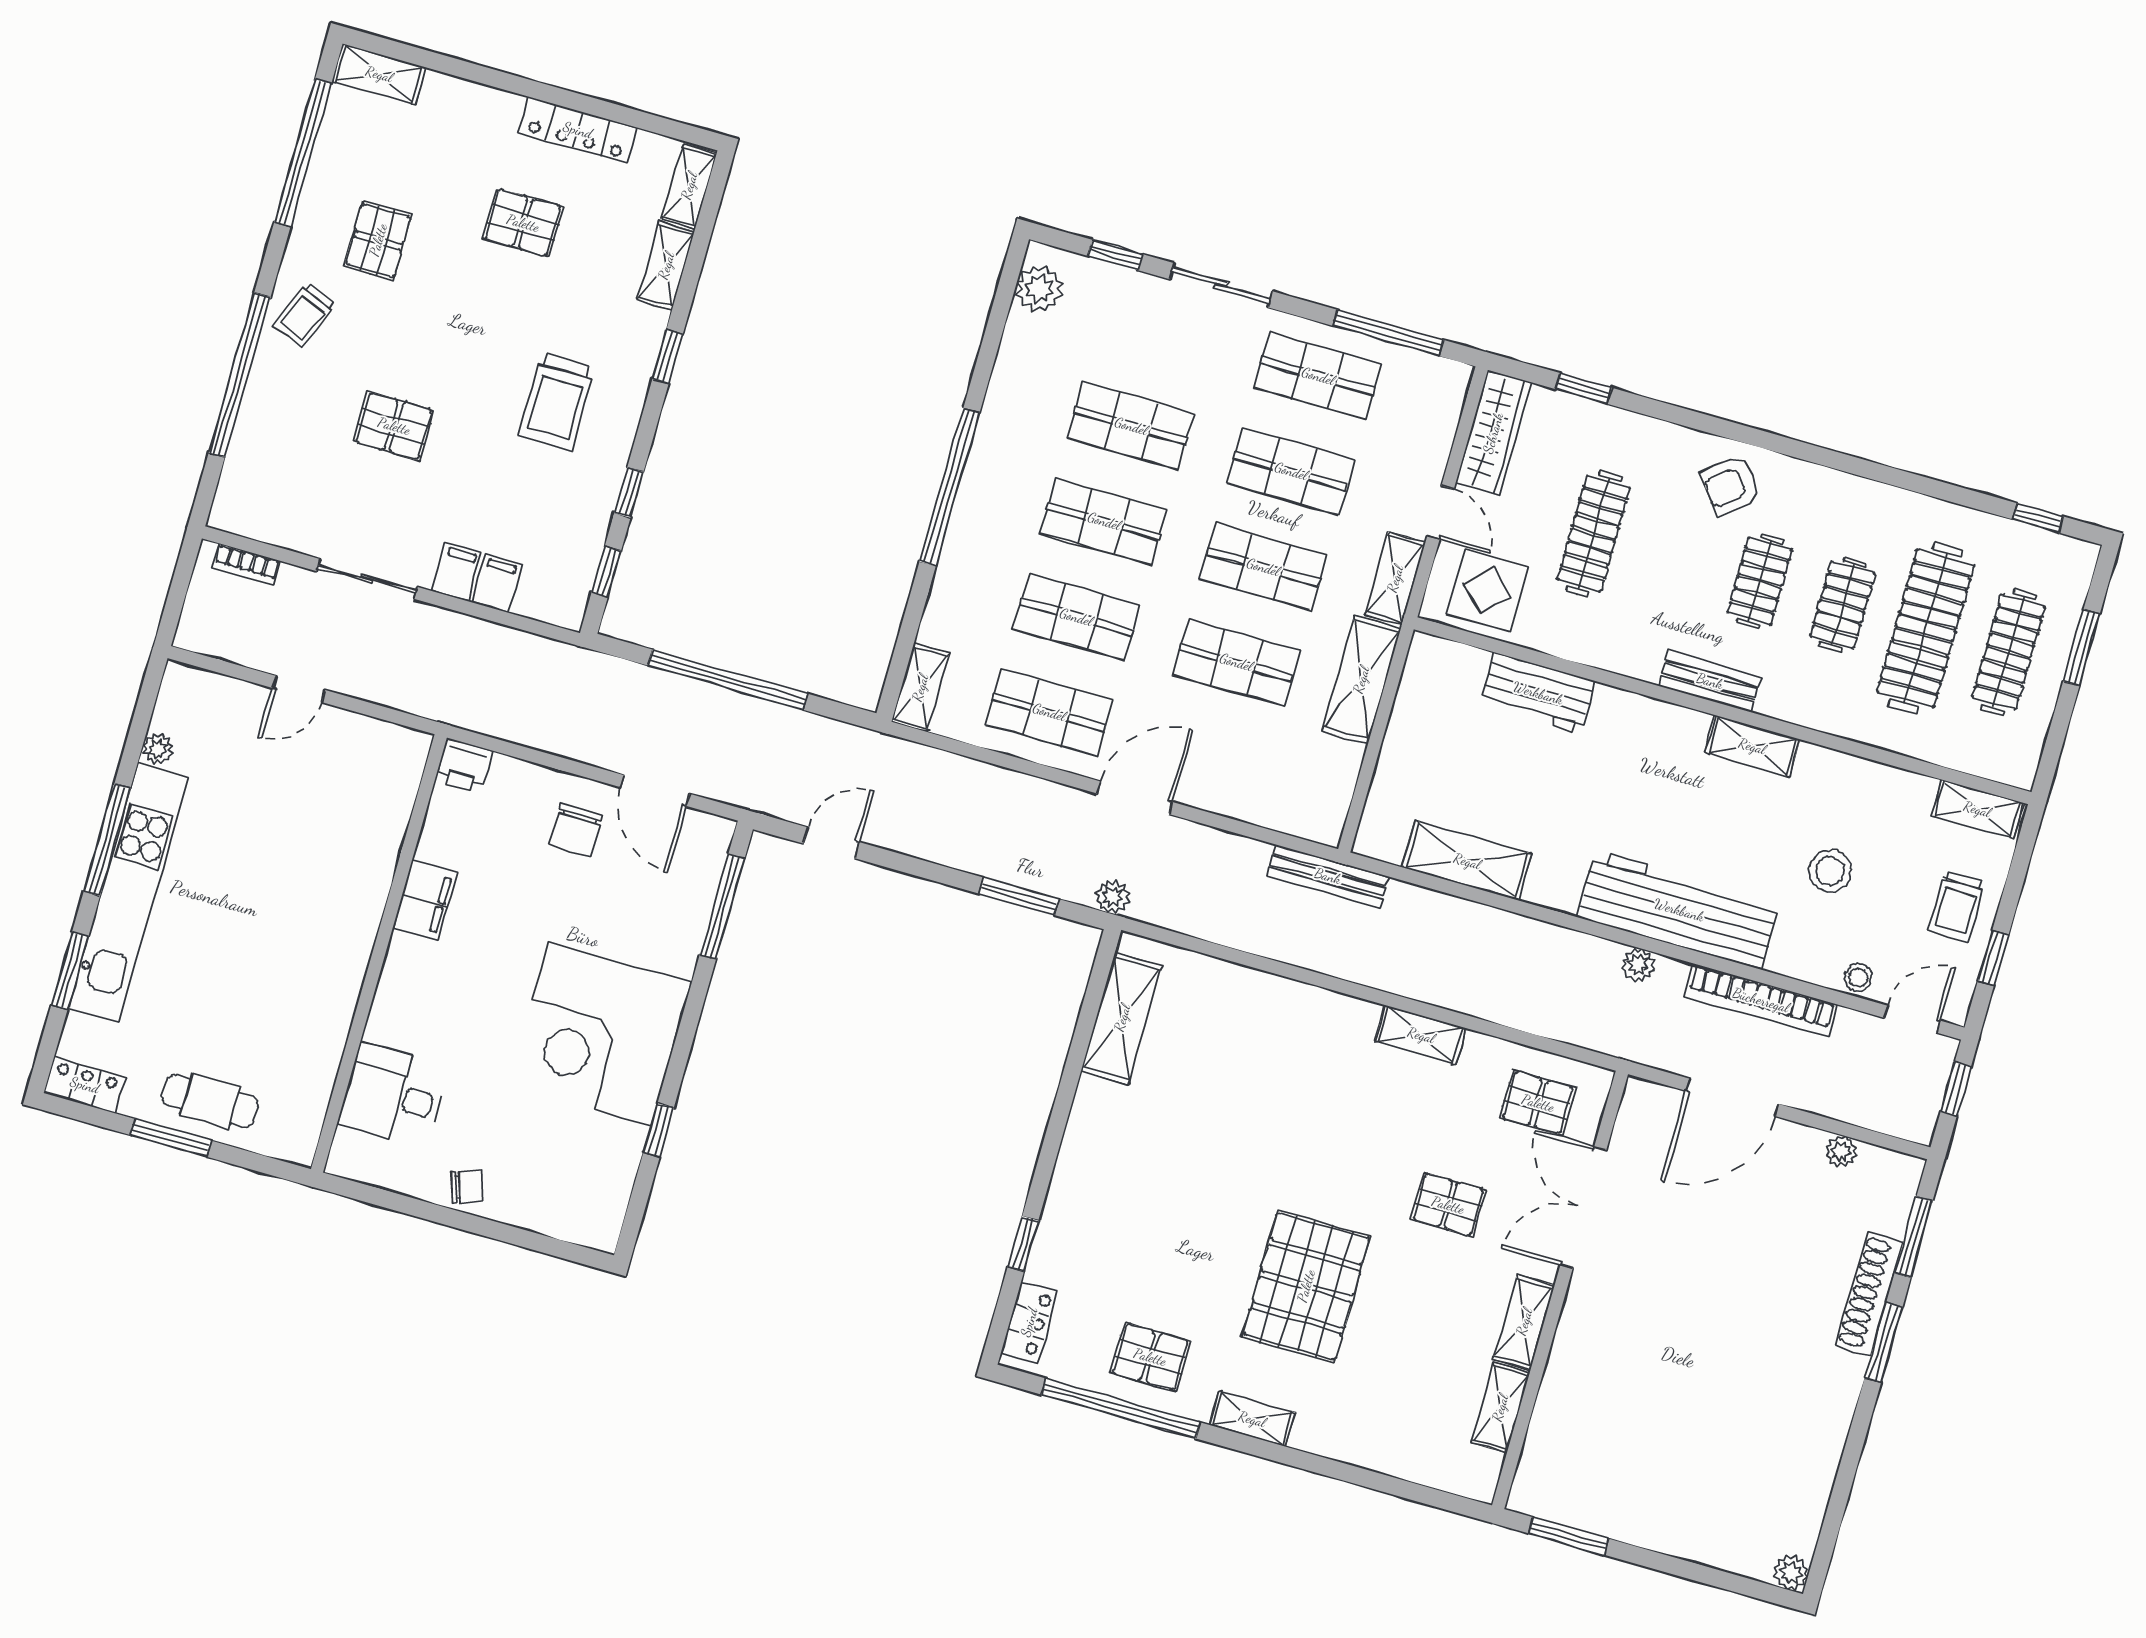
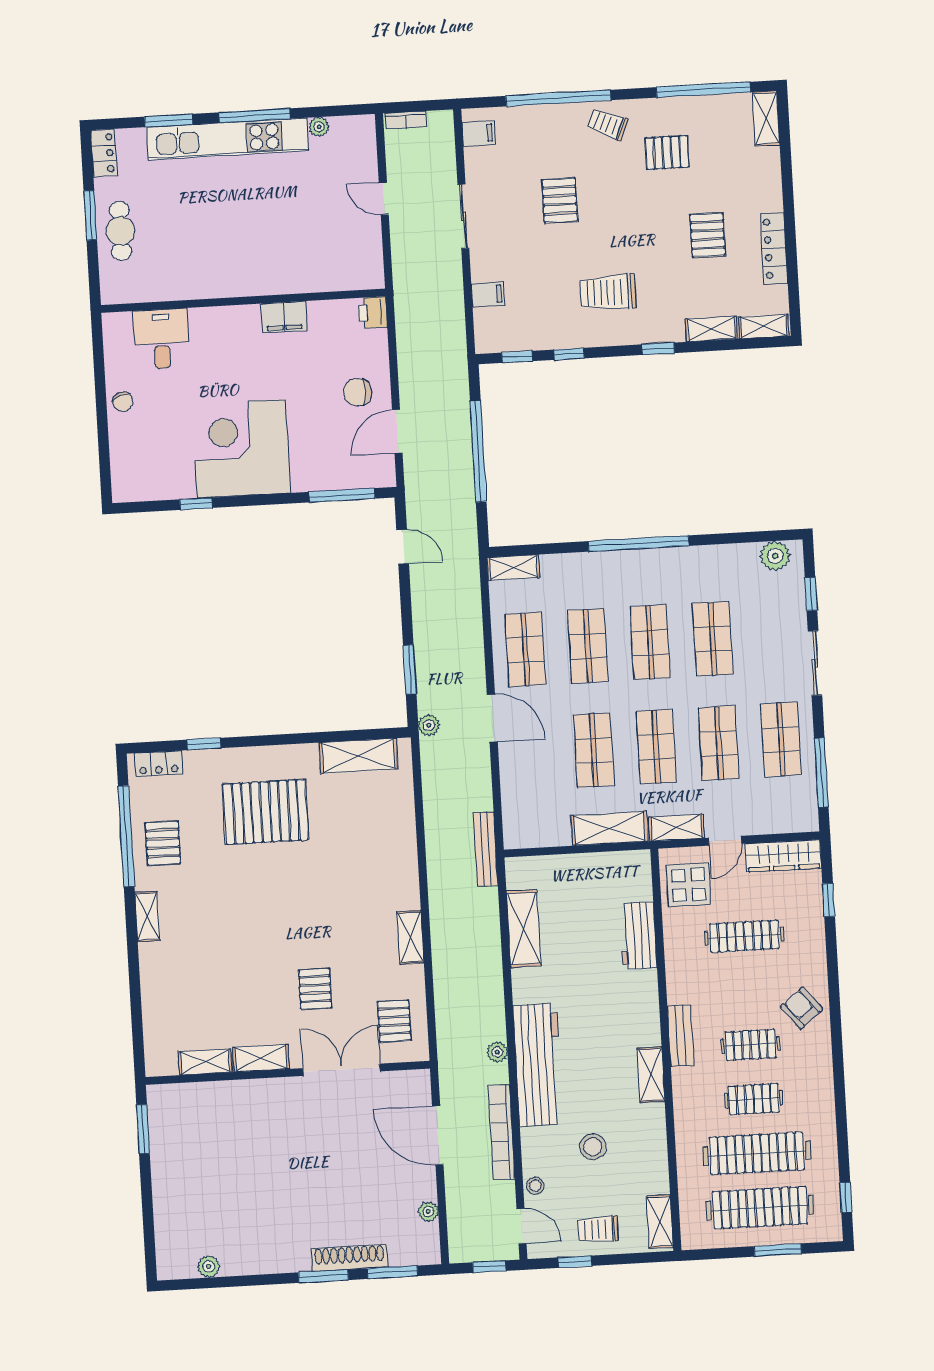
bookcase: (246, 565) -> (405, 120), moved, turned -90
filing cabinet: (457, 572) -> (479, 133), moved
clothes rail: (2009, 652) -> (760, 1208), width x1.37, depth x1.31
pallet: (1306, 1286) -> (266, 812), moved
plant: (1791, 1572) -> (209, 1266), moved

